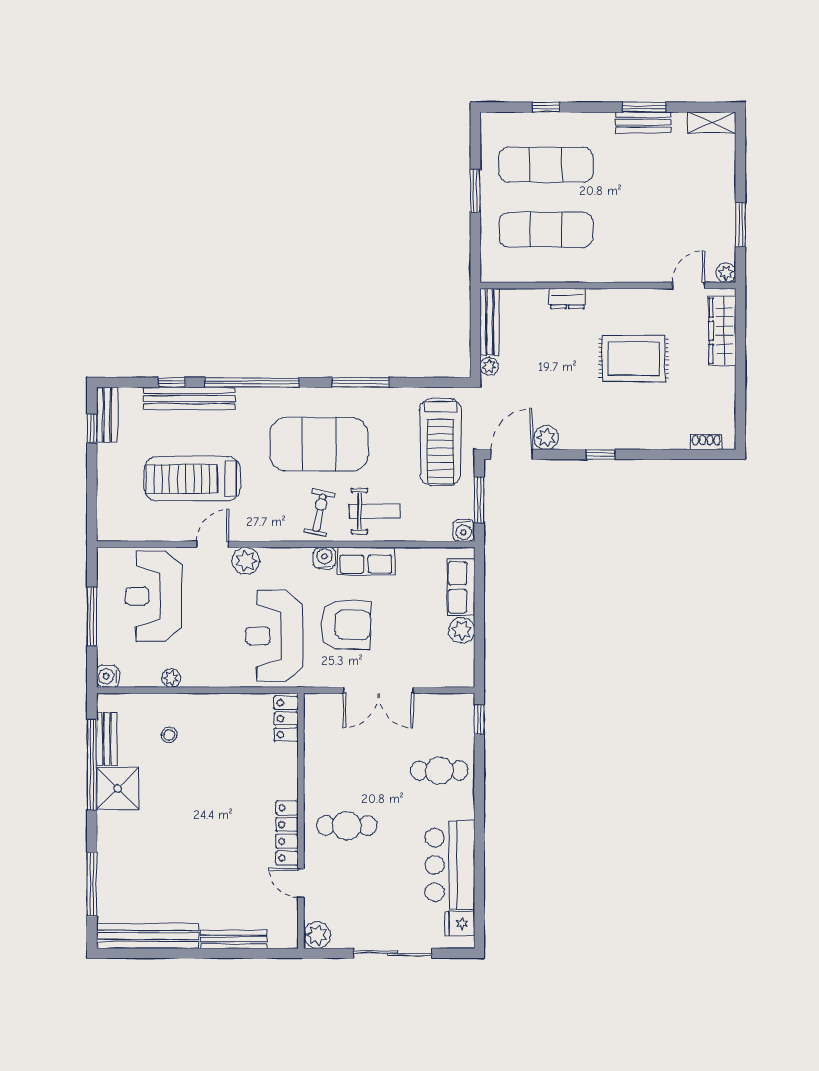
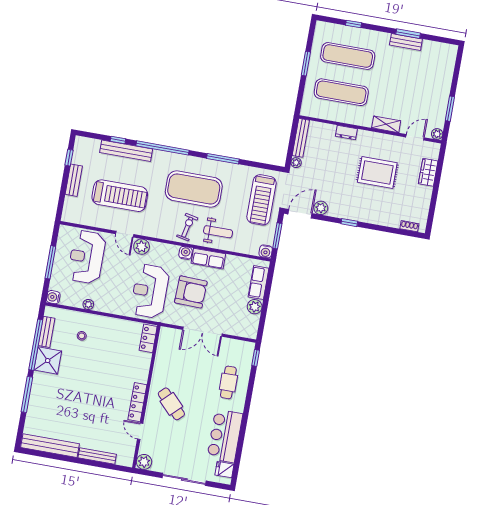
shelving: (712, 123) -> (386, 124), moved
wardrobe: (722, 331) -> (428, 172), width x0.67
bench: (107, 415) -> (74, 180), moved
treadmill: (192, 479) -> (120, 196), turned 180
door: (213, 544) -> (125, 234), swing flipped
cafe table: (439, 771) -> (228, 382), turned 90
cafe table: (347, 826) -> (171, 404), turned 46
window: (92, 884) -> (27, 394), moved

